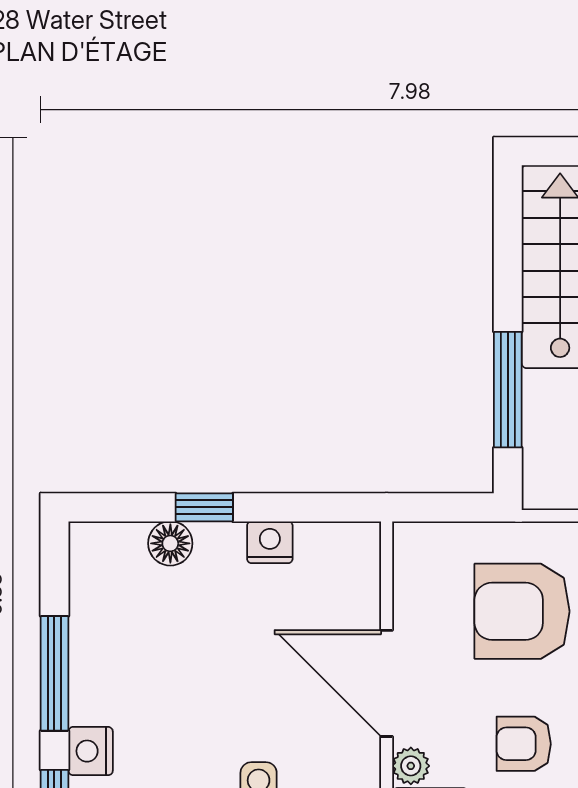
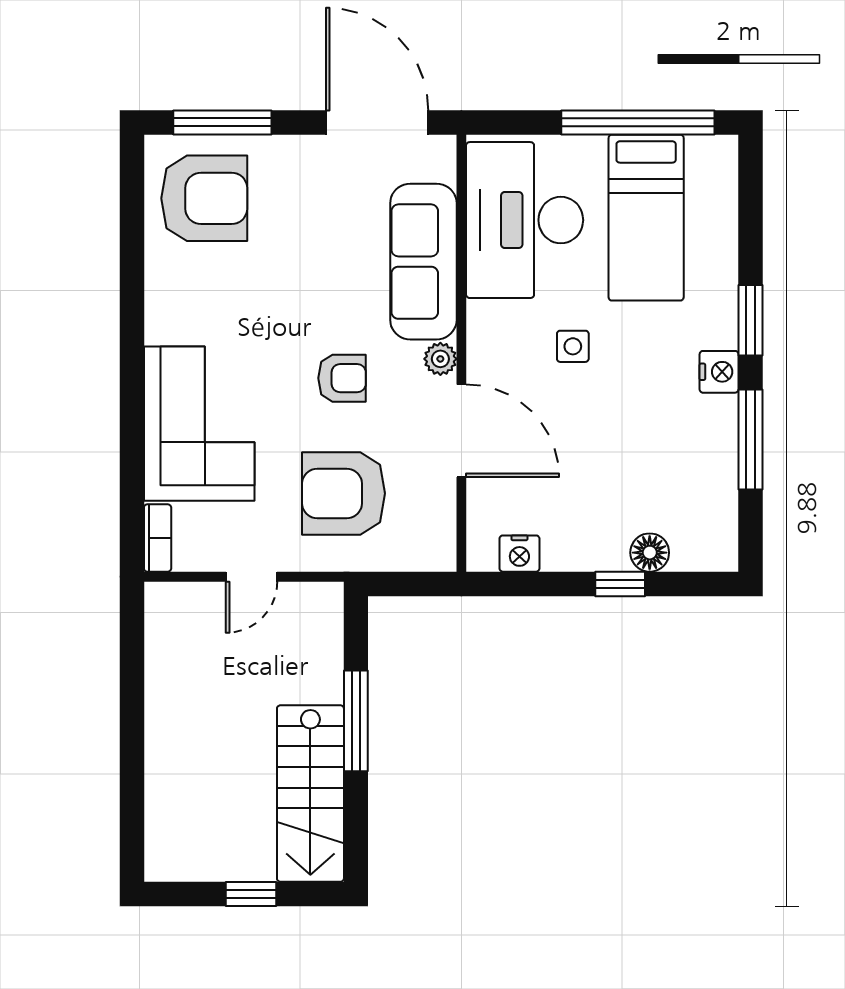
window: (508, 390) -> (356, 721), moved
nightstand: (270, 542) -> (519, 554), moved
armchair: (522, 611) -> (344, 493), turned 180

